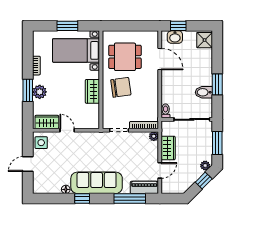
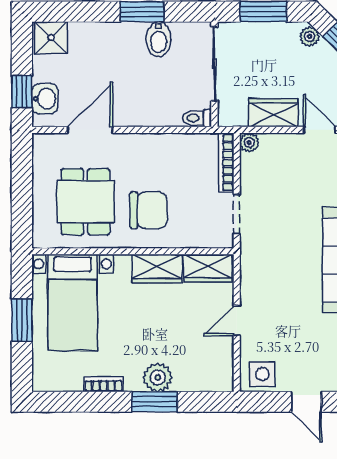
chair: (121, 87) -> (148, 210), turned 98
wardrobe: (47, 122) -> (208, 268), moved, turned -90

